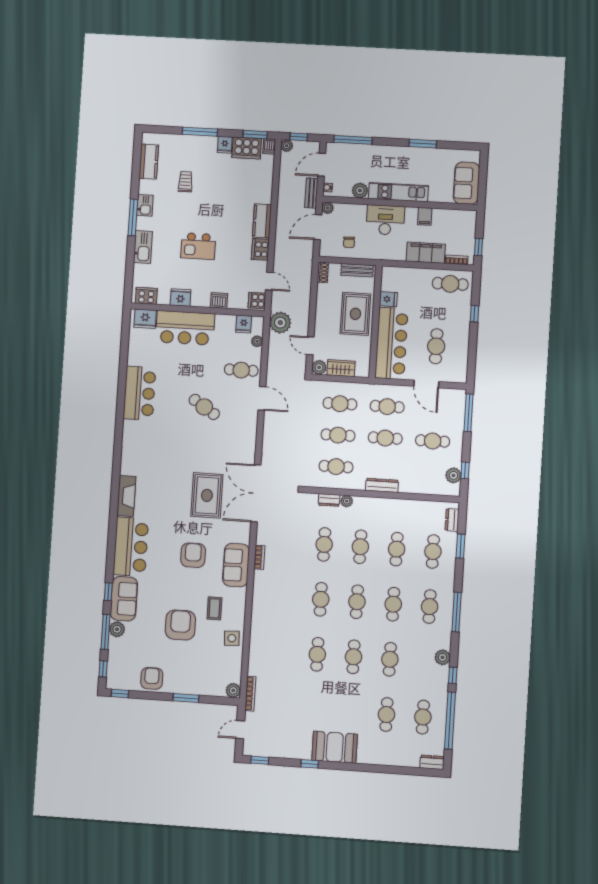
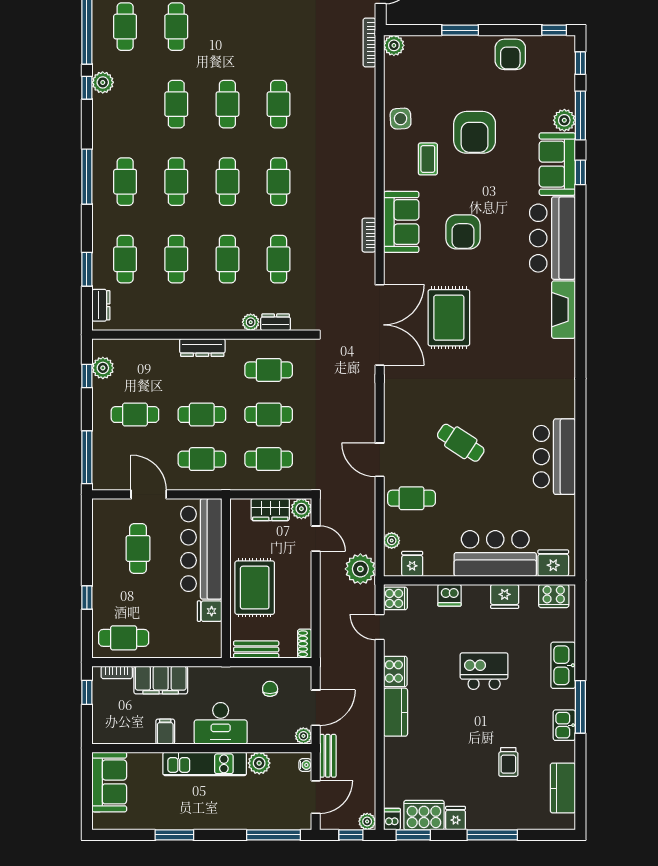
plant: (443, 657) -> (103, 82), moved

